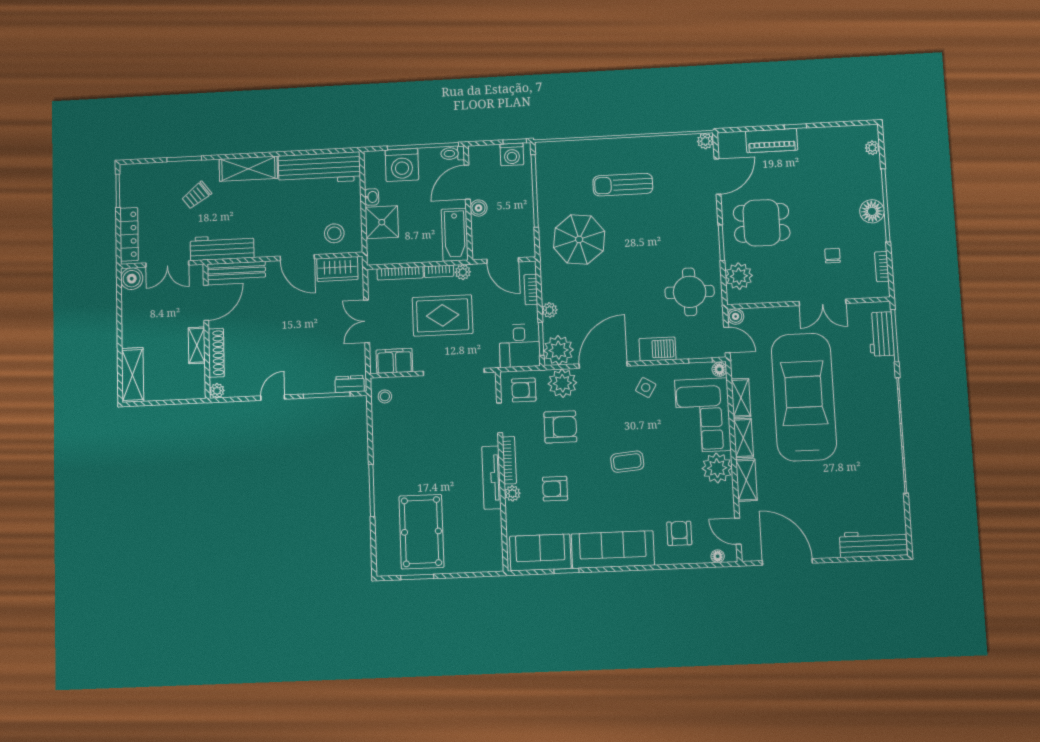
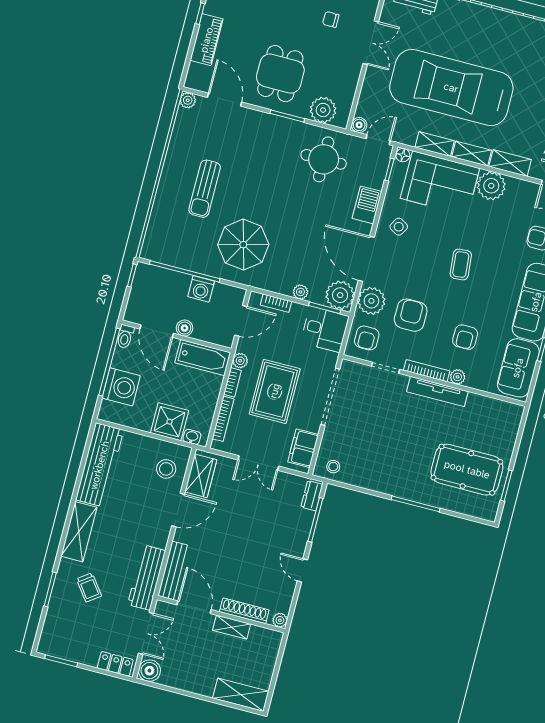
washing machine: (512, 154) -> (201, 289), moved, turned 90
washbasin: (372, 197) -> (192, 437), moved
locker: (129, 234) -> (115, 664), width x0.66

